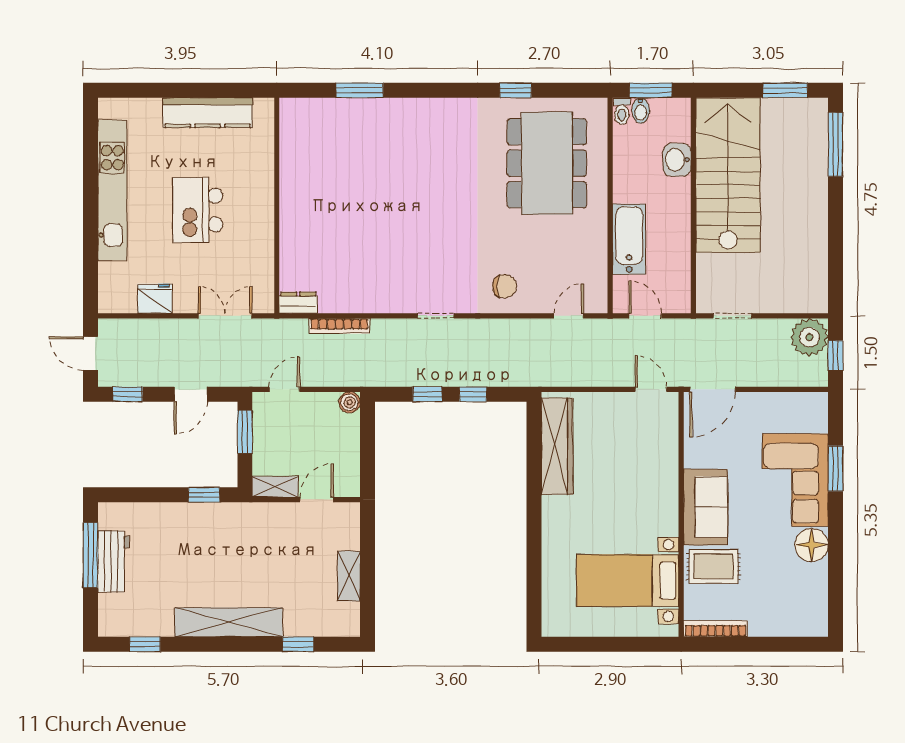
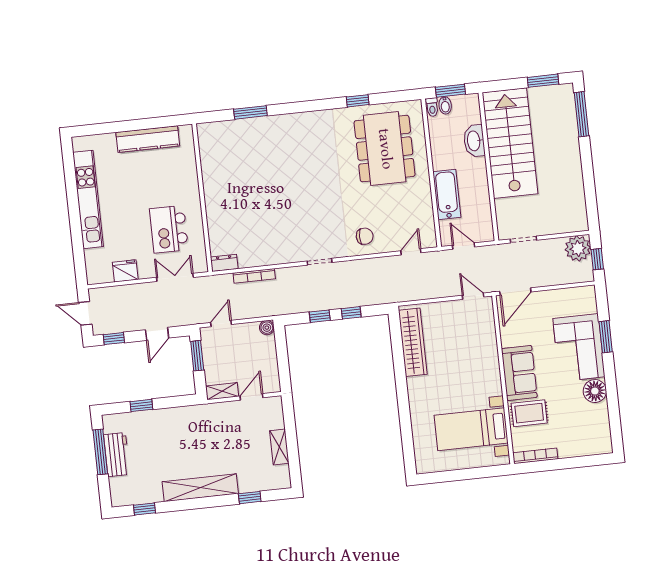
washbasin: (677, 160) -> (474, 141), width x1.38
kitchen island: (198, 210) -> (169, 229), moved
window: (204, 495) -> (141, 405), moved

